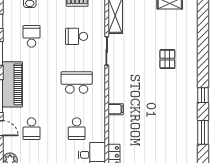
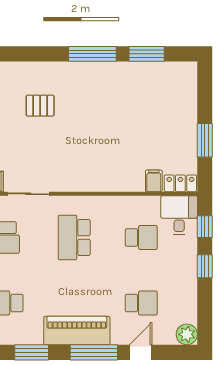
window: (203, 95) -> (92, 54), width x2.17
filing cabinet: (116, 109) -> (154, 181), moved

